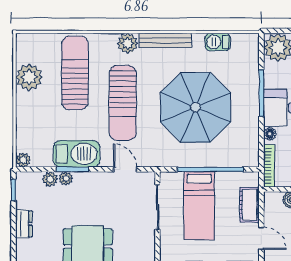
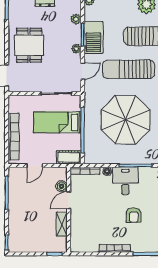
plant: (66, 178) -> (76, 49), moved
cot: (250, 205) -> (69, 157), moved

